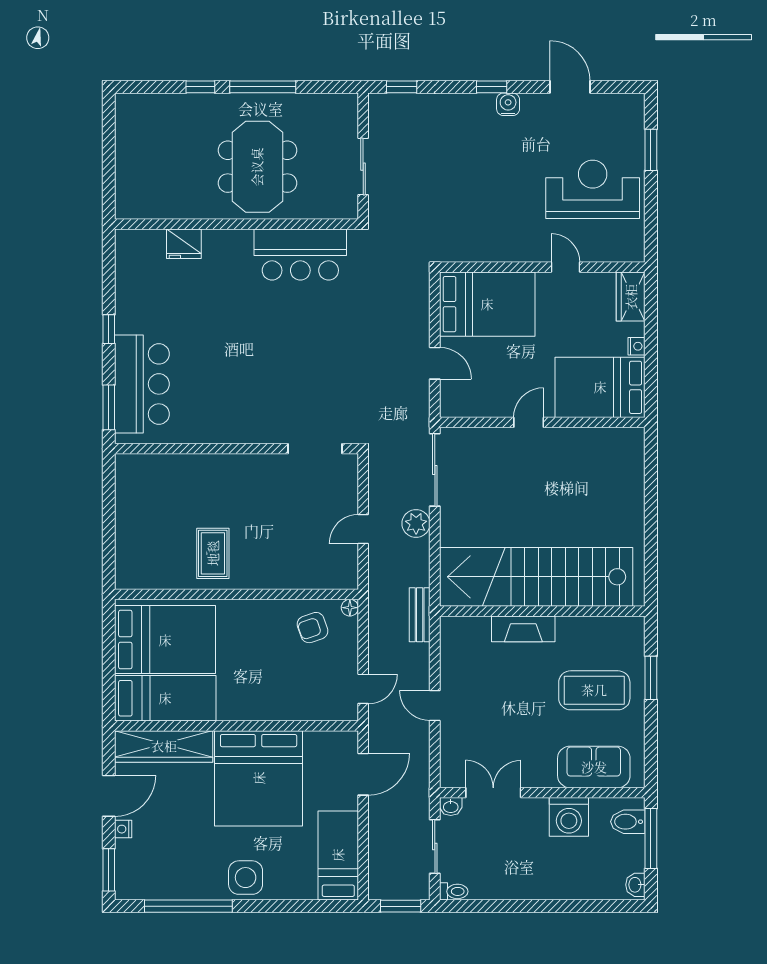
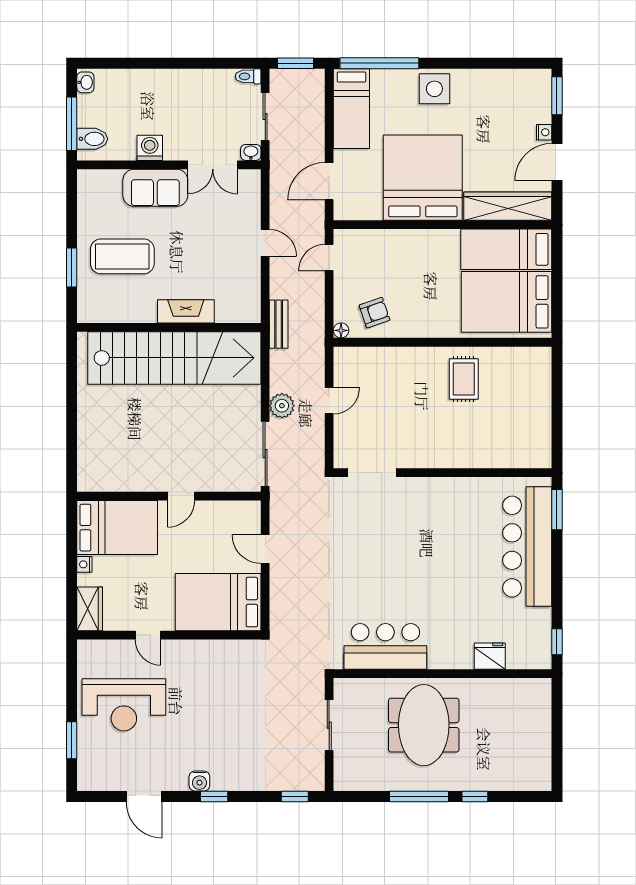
window: (109, 329) -> (557, 642), moved
bar counter: (142, 384) -> (527, 547), width x1.36
sofa: (594, 767) -> (155, 188), moved
washing machine: (569, 817) -> (150, 148), width x0.73, depth x0.73
window: (188, 906) -> (379, 63), moved

